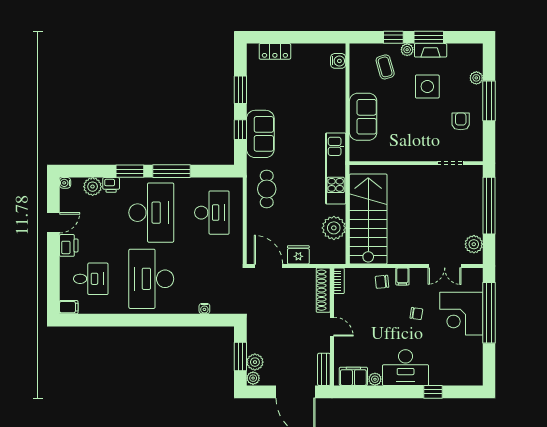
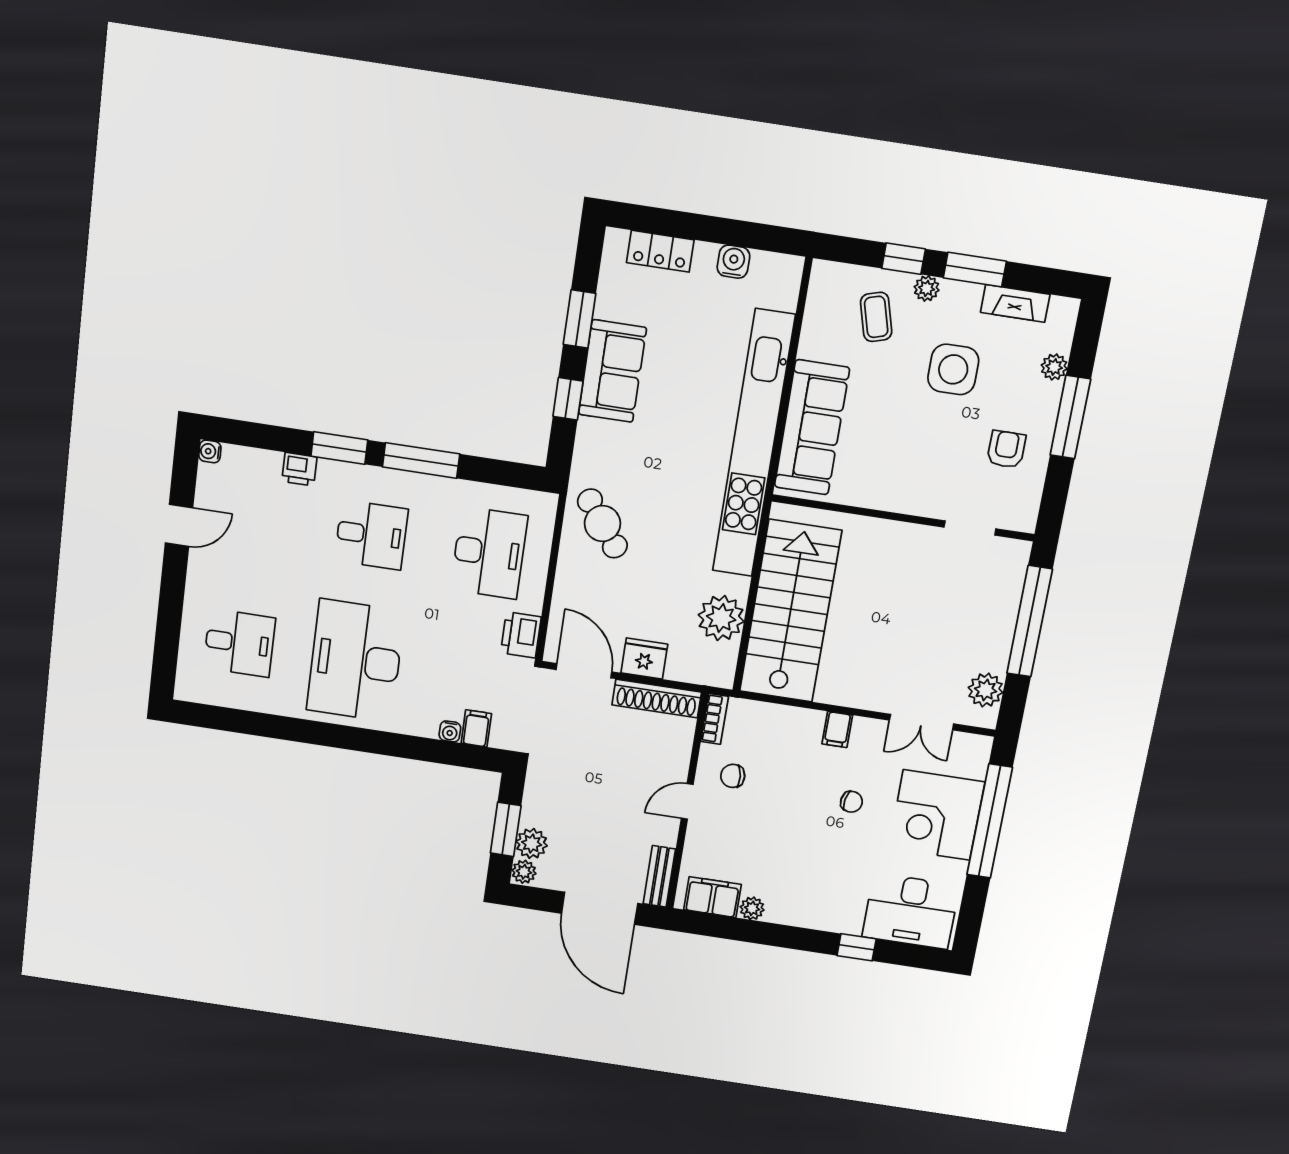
fireplace: (431, 50) -> (1015, 303), moved
water cooler: (338, 61) -> (733, 262), moved, turned -90
sofa: (363, 117) -> (812, 427), width x1.36
sofa: (260, 134) -> (612, 371), moved
kitchen unit: (336, 168) -> (754, 444), width x1.86
plant: (93, 187) -> (263, 467), removed
cafe table: (267, 189) -> (602, 524), turned -37
desk: (151, 213) -> (371, 535), width x0.53, depth x0.77
printer: (69, 245) -> (521, 635), moved, turned 180
chair: (382, 282) -> (733, 776), moved
shoe rack: (323, 290) -> (657, 699), moved, turned -90
filing cabinet: (69, 307) -> (476, 728), moved, turned -90
door: (332, 327) -> (687, 801), swing flipped
desk: (406, 368) -> (911, 911), moved

